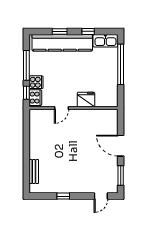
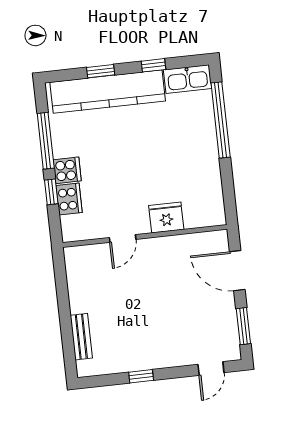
fridge: (86, 100) -> (166, 218), moved
door: (62, 108) -> (123, 238), moved
wall: (74, 108) -> (145, 236), moved

